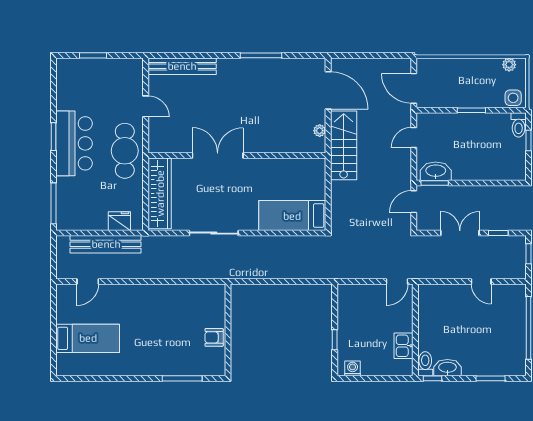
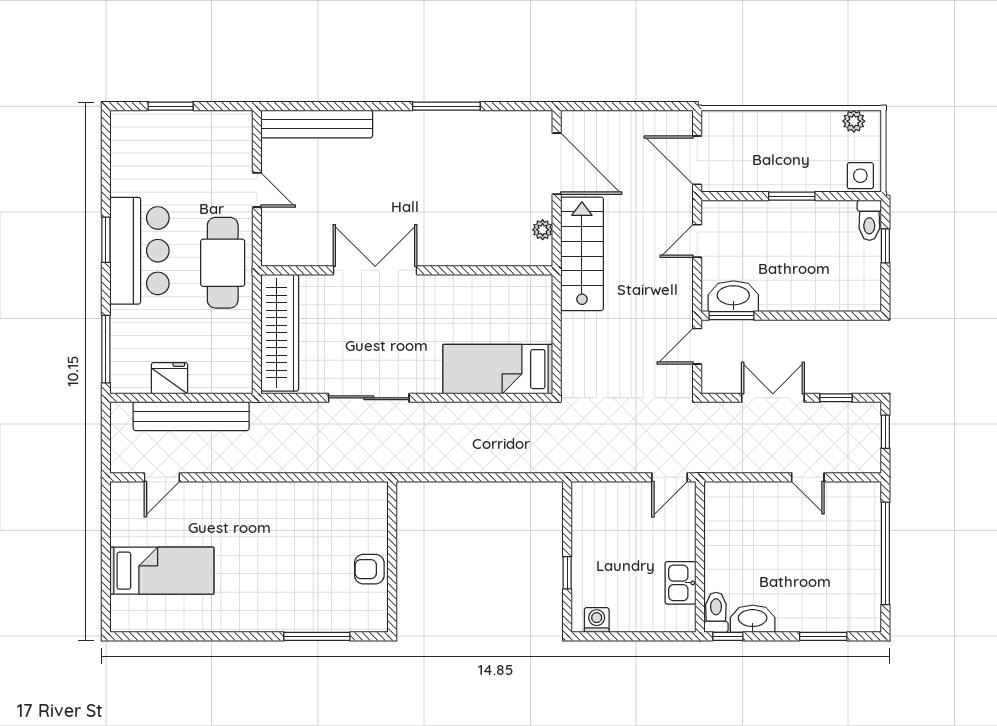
fridge: (119, 221) -> (169, 378), moved

